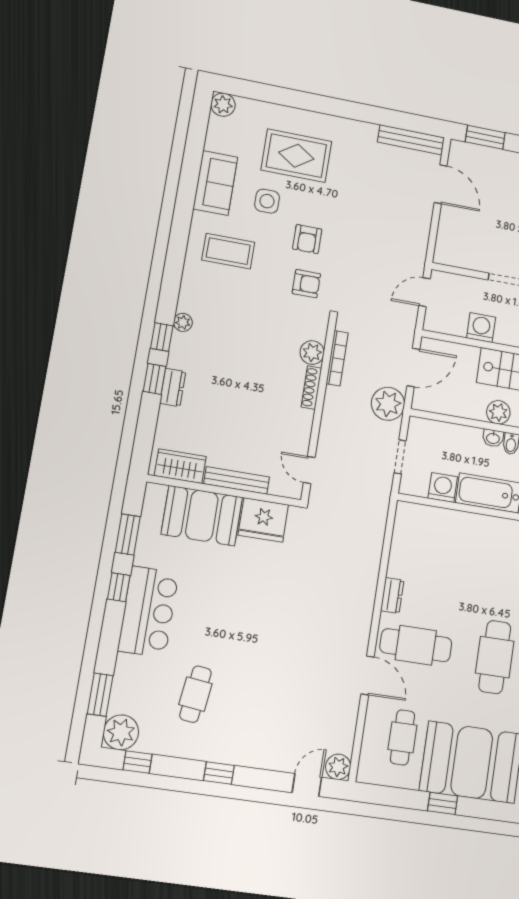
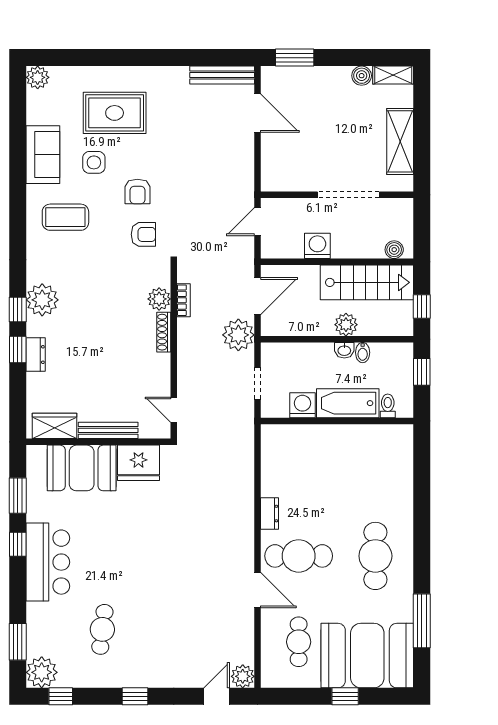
plant: (183, 322) -> (42, 300), width x1.88, depth x1.88
bookcase: (337, 358) -> (183, 300), width x0.64

